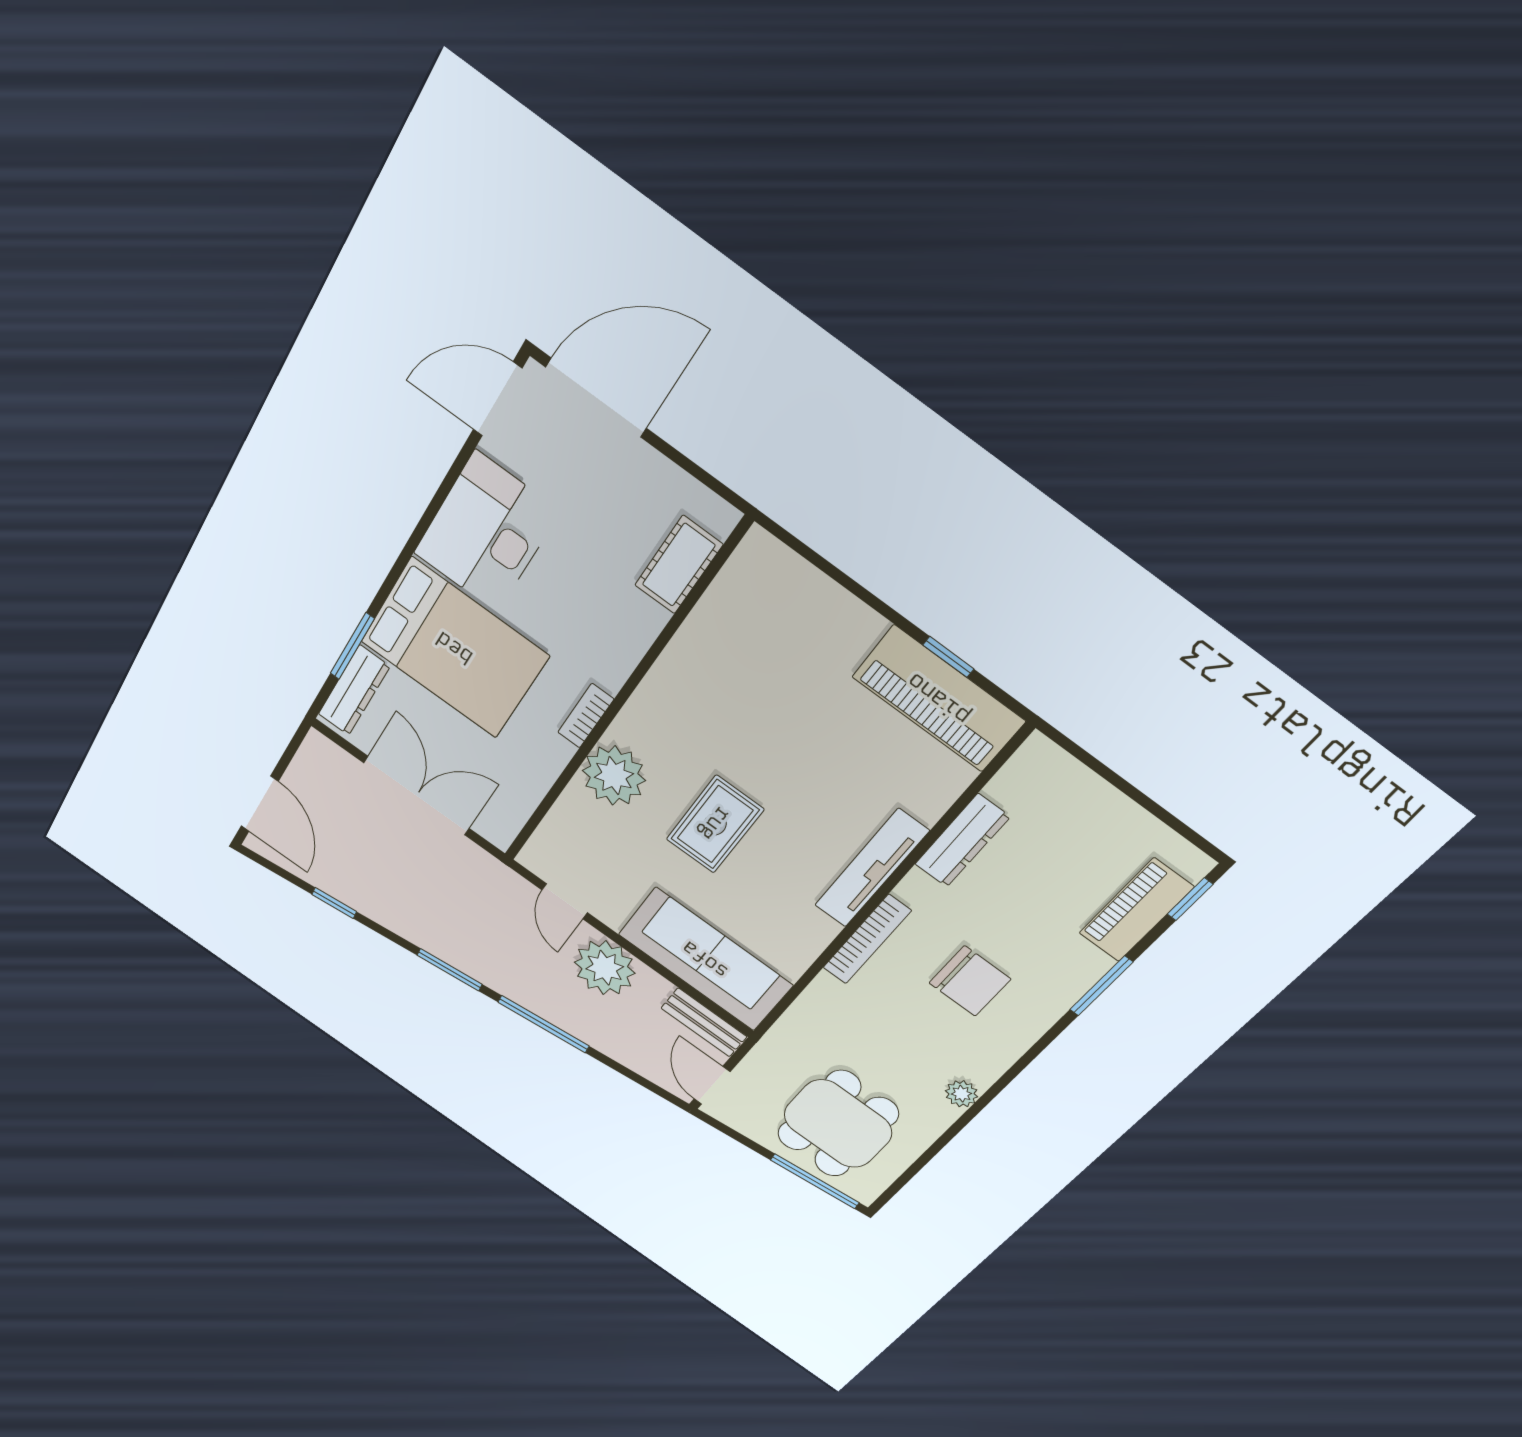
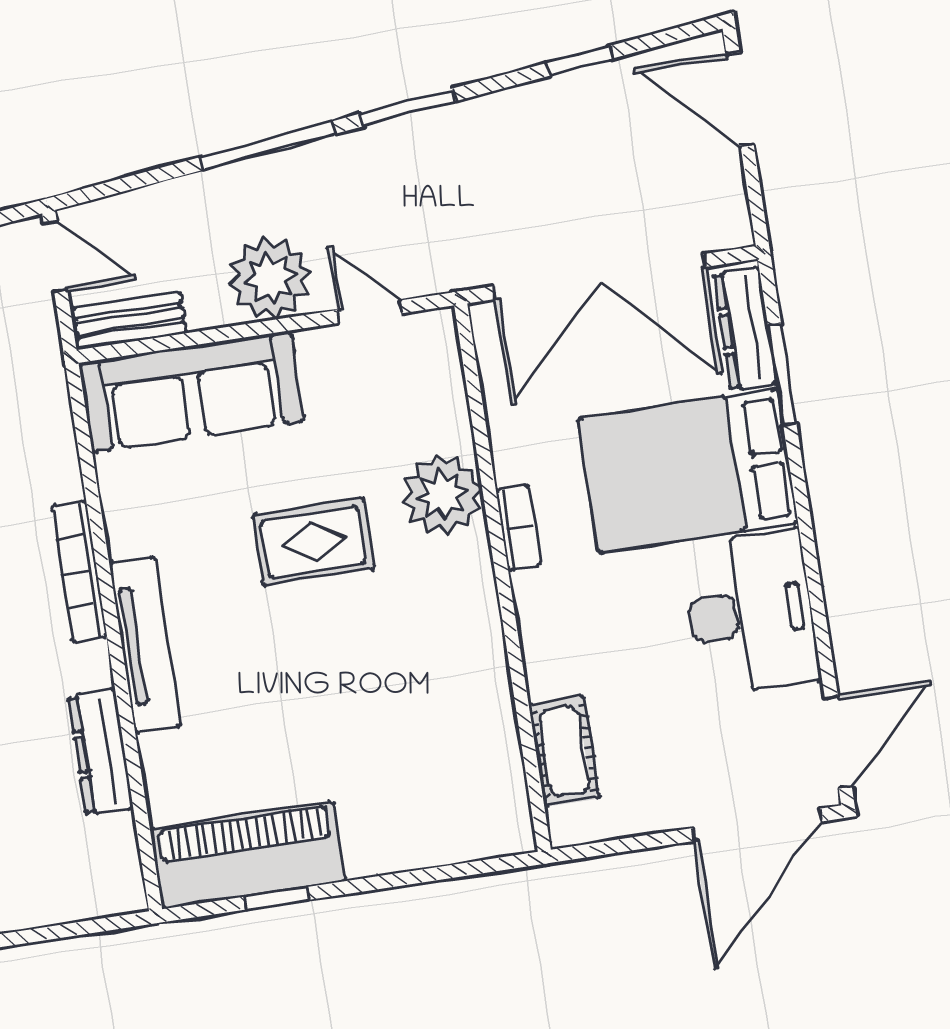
double door: (417, 796) -> (599, 277), width x1.36
rug: (715, 824) -> (313, 542), turned 90

